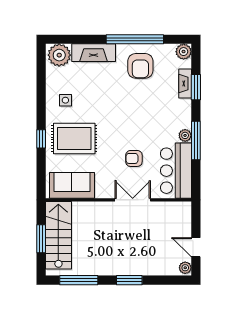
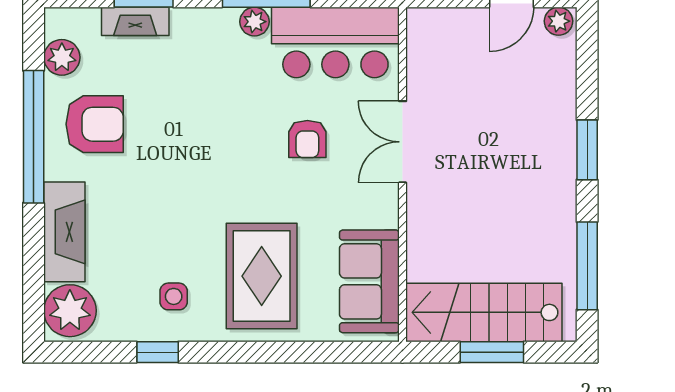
plant: (184, 52) -> (62, 57), moved
window: (41, 139) -> (158, 352), moved

